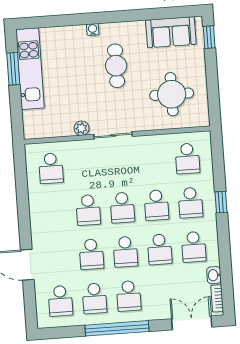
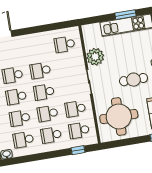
round table: (172, 94) -> (119, 117), width x1.36, depth x1.36
plant: (81, 128) -> (95, 57), width x1.88, depth x1.88
school desk: (153, 161) -> (75, 109), added
window: (221, 202) -> (78, 150), moved

